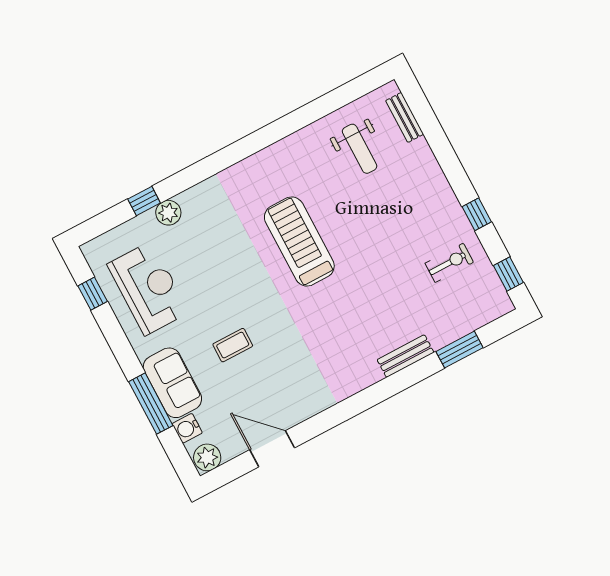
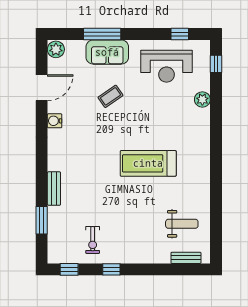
weight bench: (360, 149) -> (182, 224), turned 180
window: (144, 201) -> (216, 64), moved
treadmill: (299, 242) -> (148, 163), turned 180
coffee table: (233, 345) -> (110, 96), turned 55
water cooler: (187, 428) -> (55, 121), moved, turned -90

